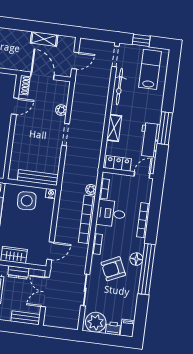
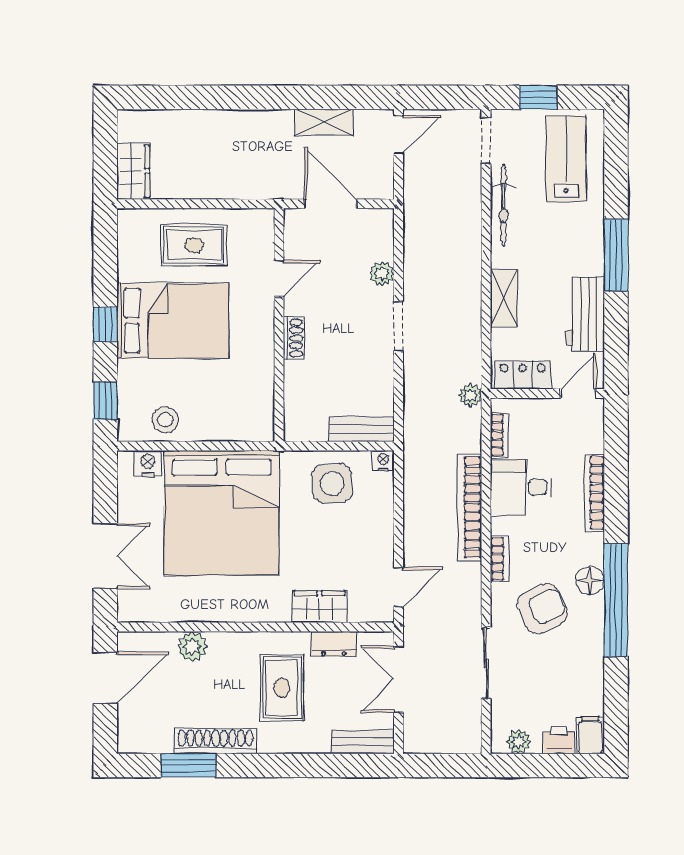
door: (75, 61) -> (399, 134), moved
shoe rack: (24, 85) -> (294, 338), moved
window: (165, 128) -> (616, 255), moved
bench: (38, 178) -> (362, 429), width x0.73
plant: (91, 189) -> (470, 395), moved
armchair: (113, 269) -> (542, 609), turned 180
plant: (96, 322) -> (519, 742), width x0.53, depth x0.53

